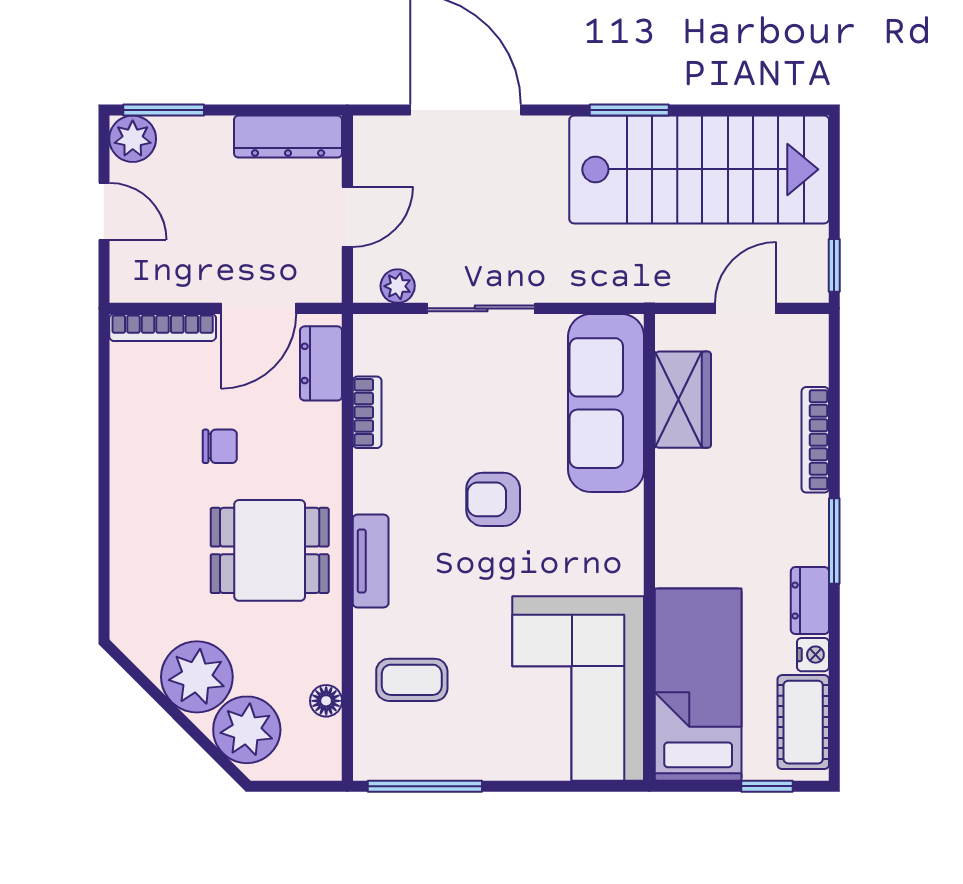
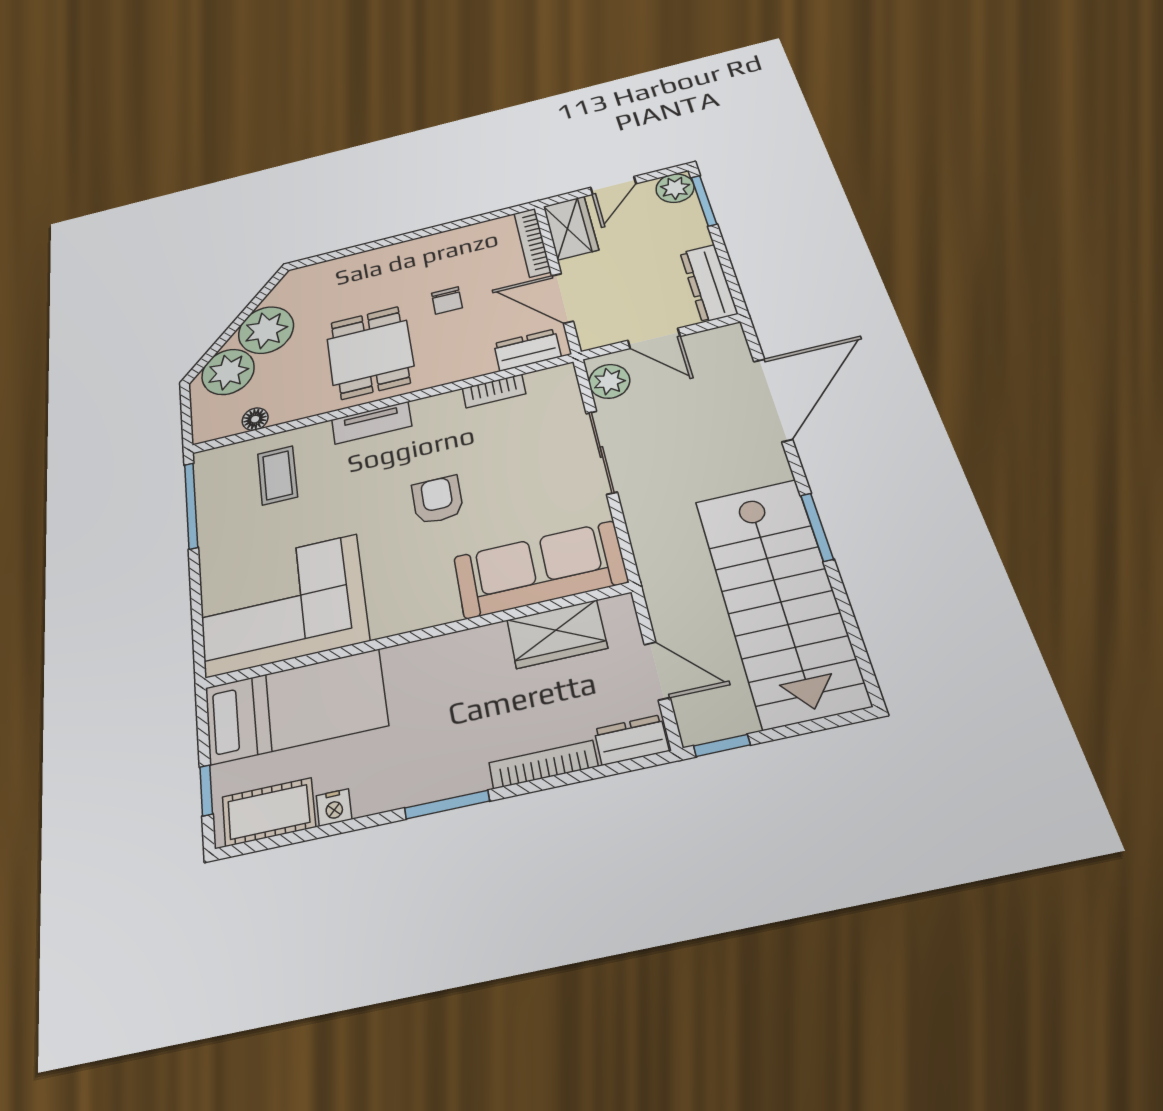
wardrobe: (155, 277) -> (571, 228), added
plant: (398, 286) -> (609, 381), width x1.38, depth x1.38
dresser: (810, 601) -> (631, 740), moved

